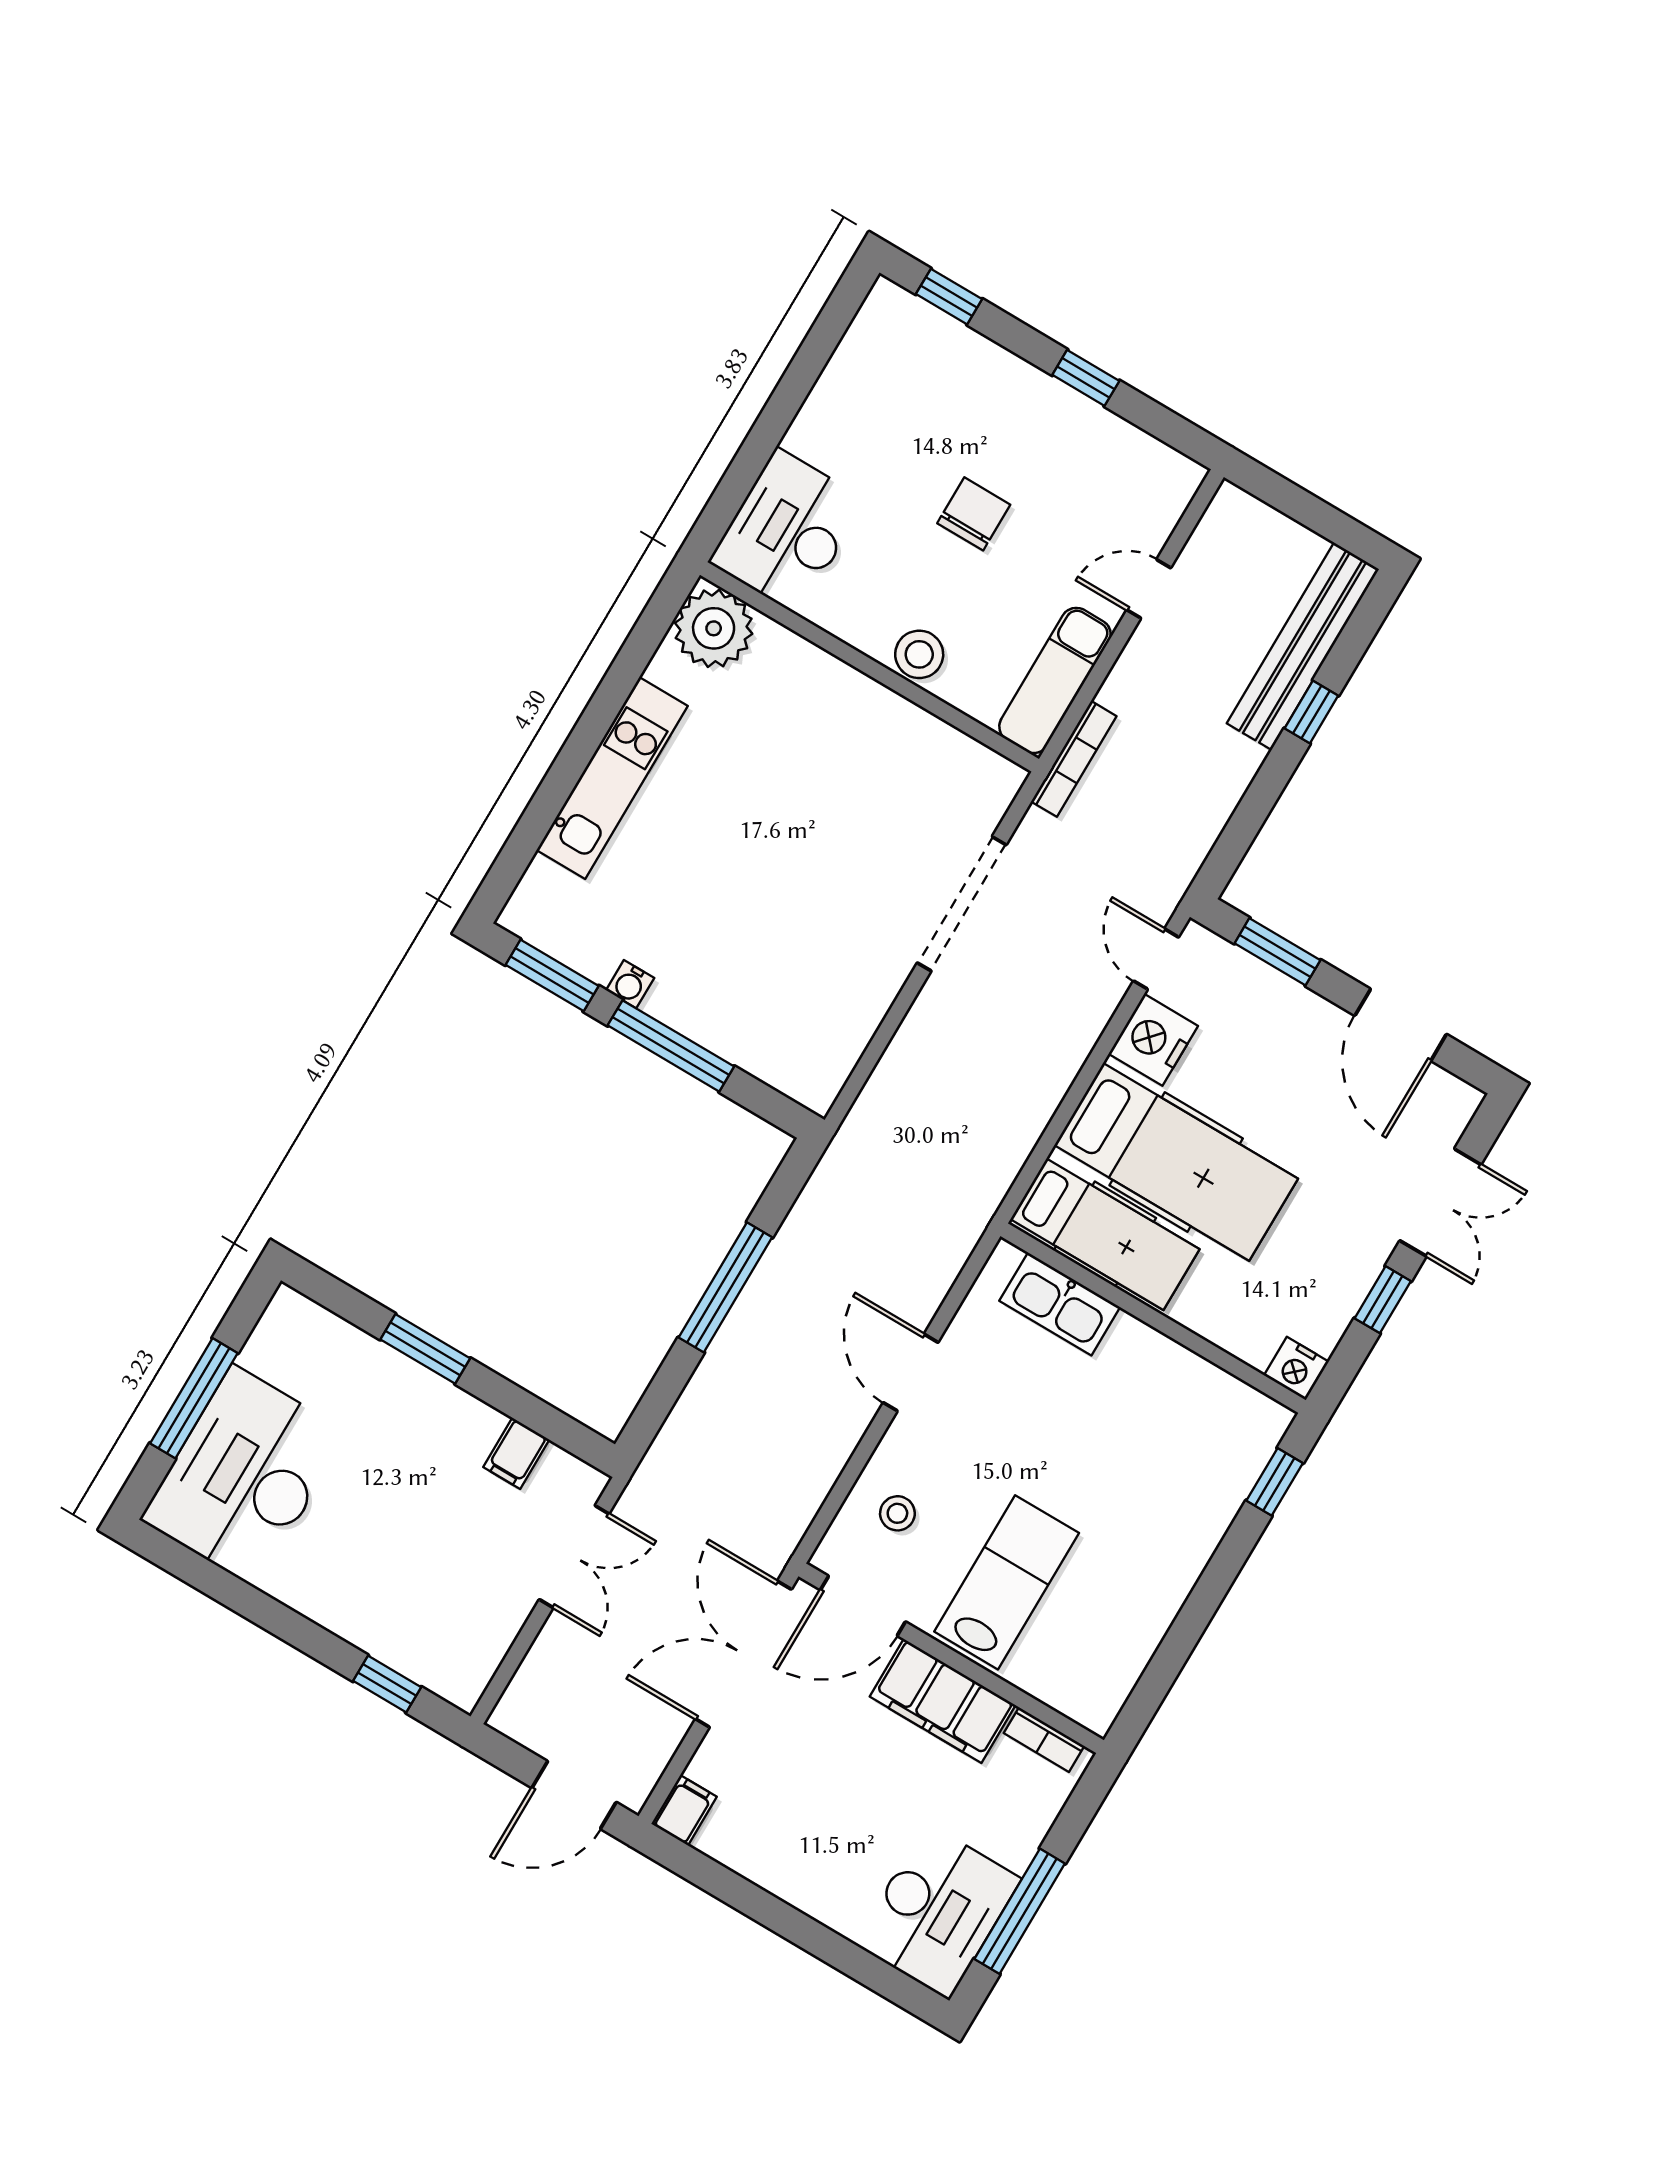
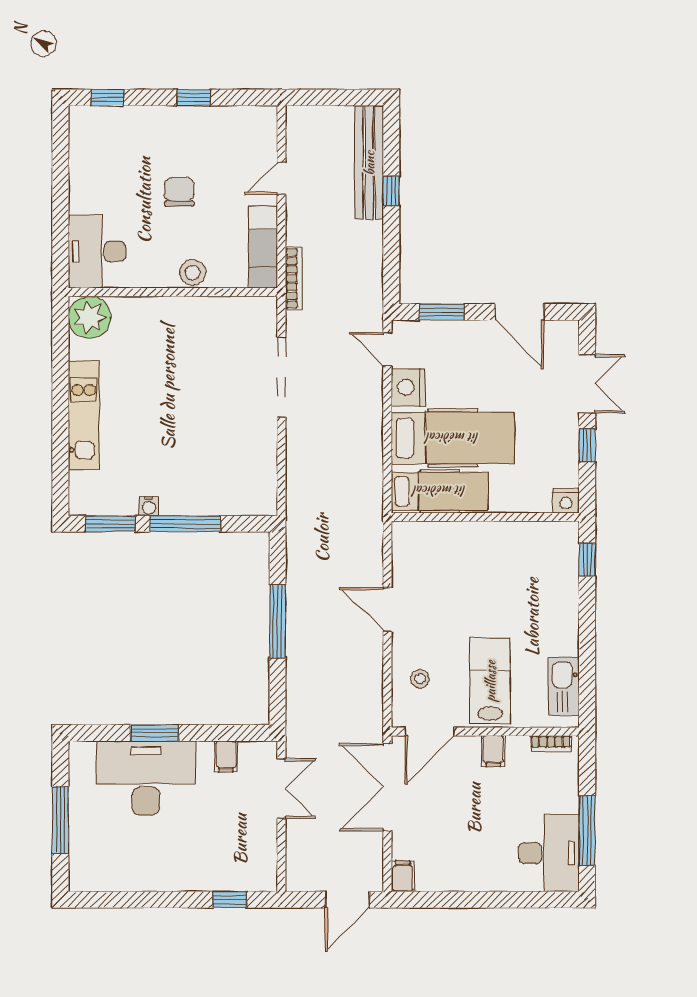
kitchen sink: (1060, 1304) -> (564, 686), moved, turned 90
desk: (244, 1476) -> (146, 778), moved, turned 90
filing cabinet: (943, 1701) -> (493, 751), width x0.33, depth x0.86

